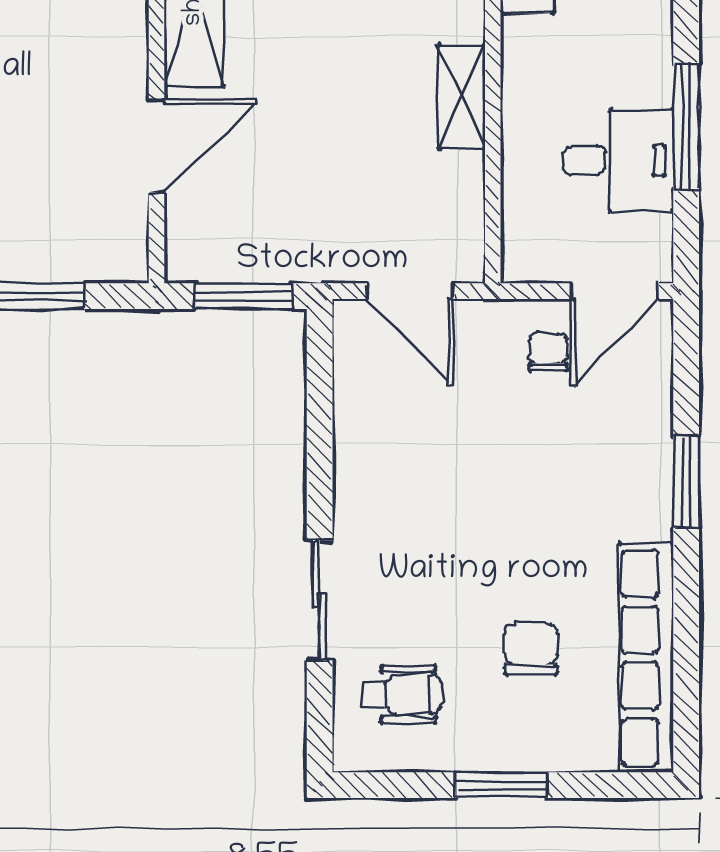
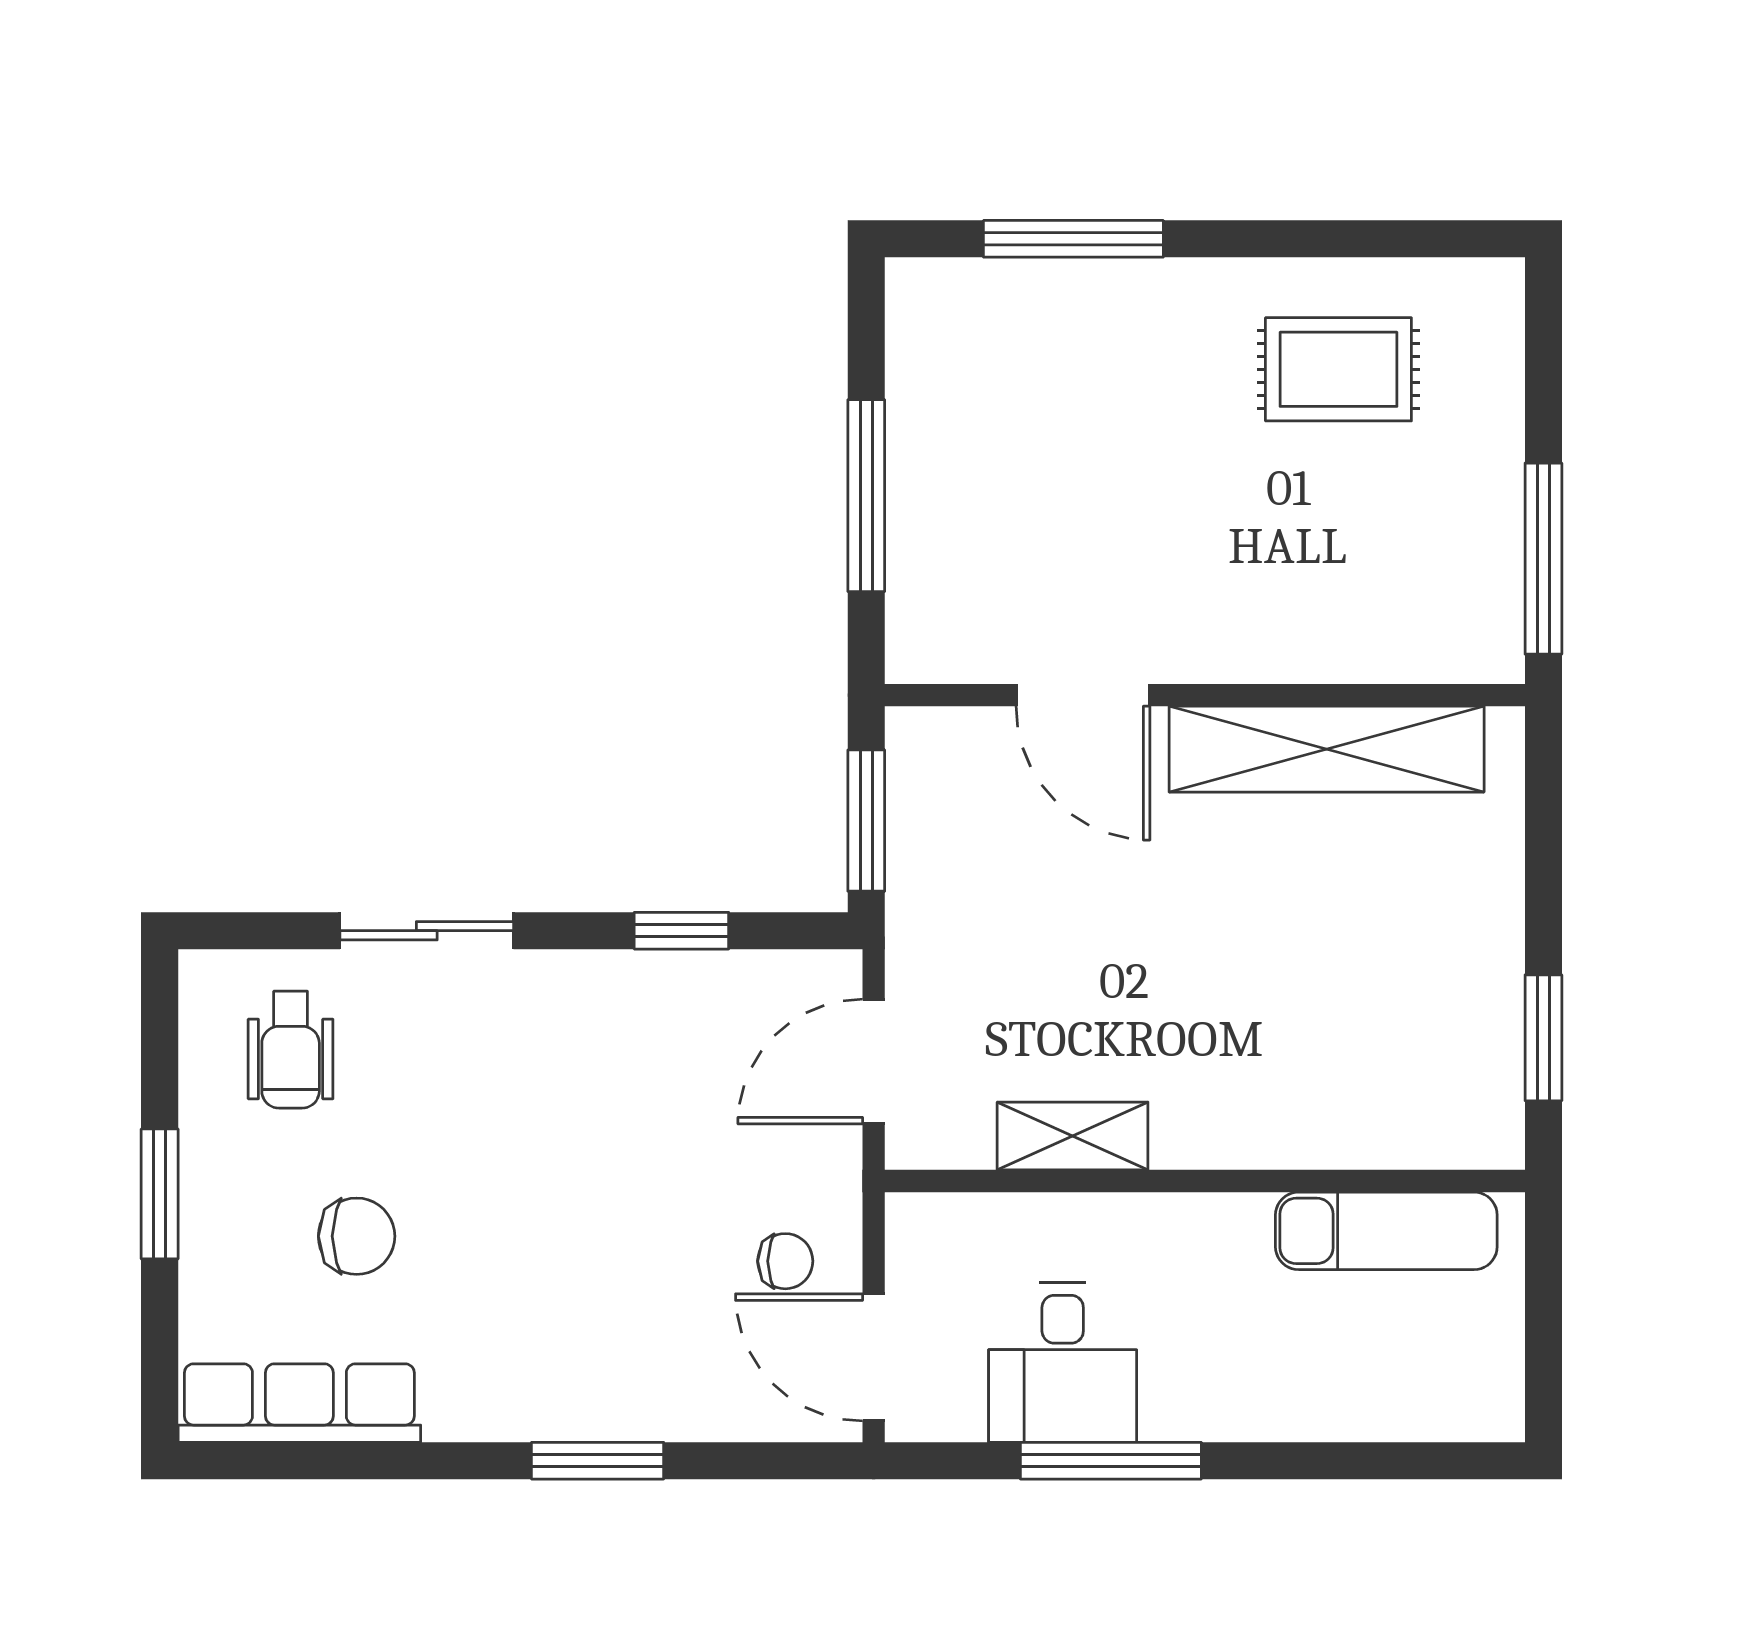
shelving: (462, 97) -> (1073, 1136), moved
window: (320, 424) -> (681, 931), added
row of seats: (646, 658) -> (299, 1403), width x0.73

